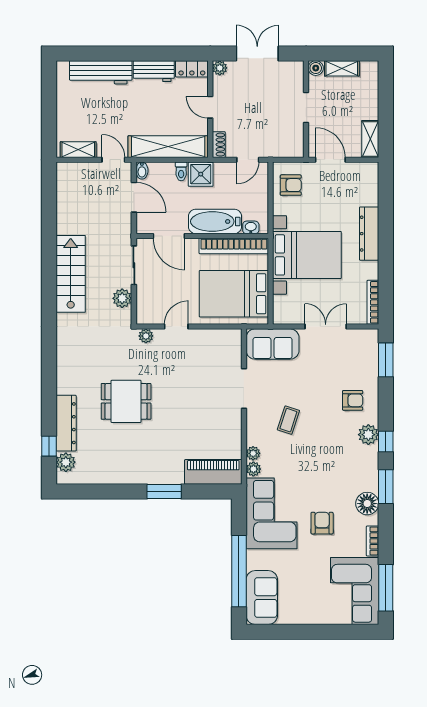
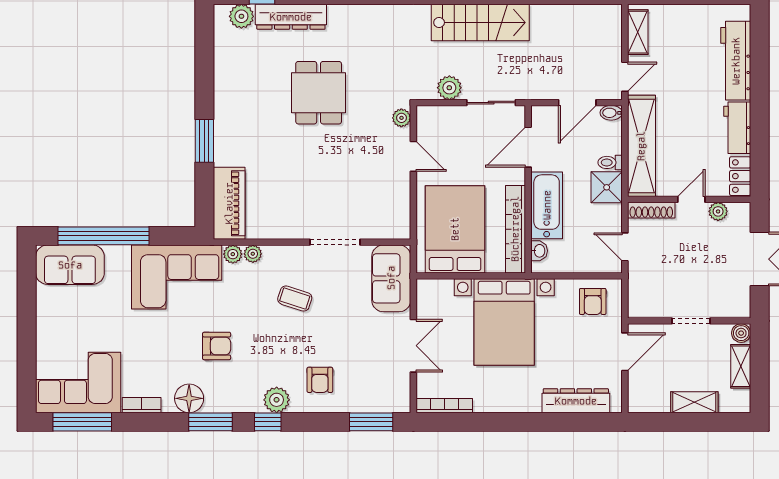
plant: (220, 68) -> (718, 211), moved
shelving: (370, 139) -> (694, 402), moved
shoe rack: (219, 145) -> (651, 210), width x1.43
dresser: (369, 234) -> (576, 401), moved
armchair: (322, 523) -> (217, 346), moved

